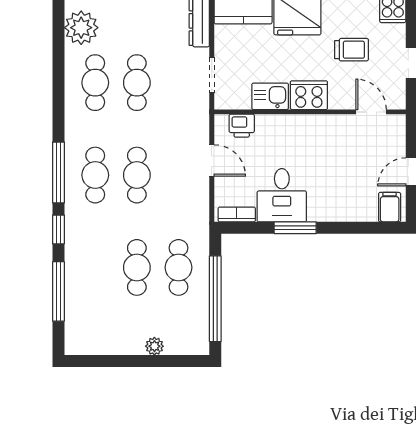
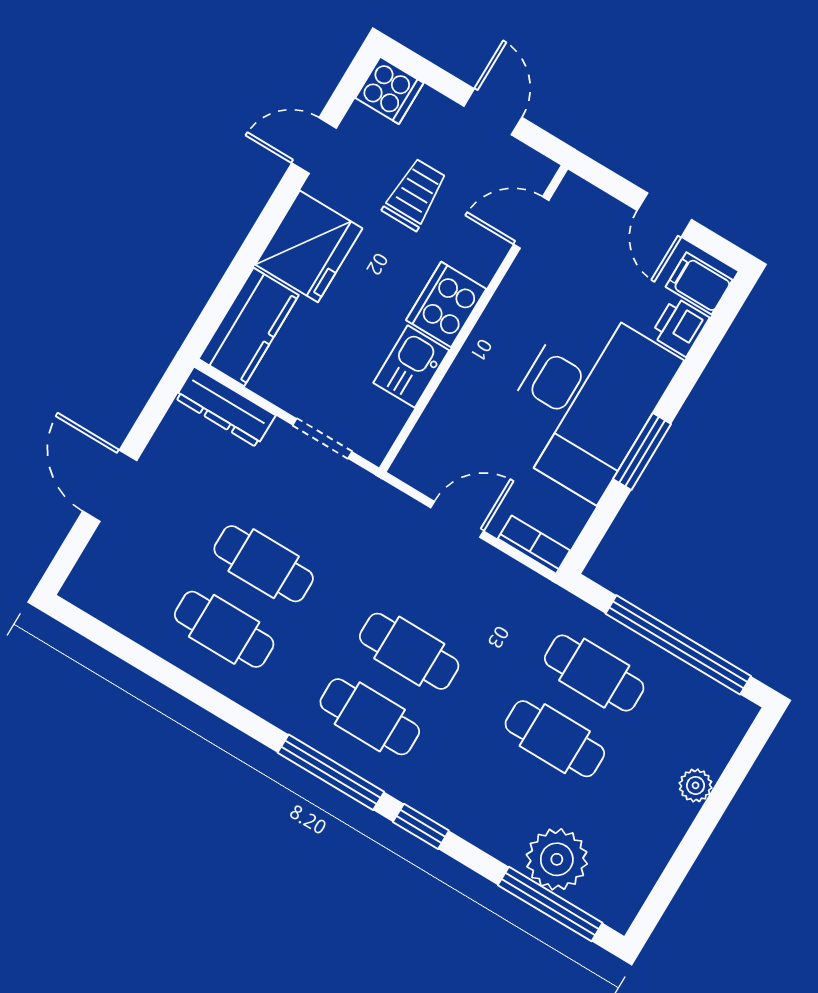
plant: (81, 28) -> (557, 859), moved
printer: (242, 126) -> (680, 327), moved, turned 180
desk: (282, 195) -> (586, 400), width x1.87, depth x1.30
bookcase: (237, 214) -> (534, 545), moved, turned 90
window: (58, 291) -> (550, 904), moved

